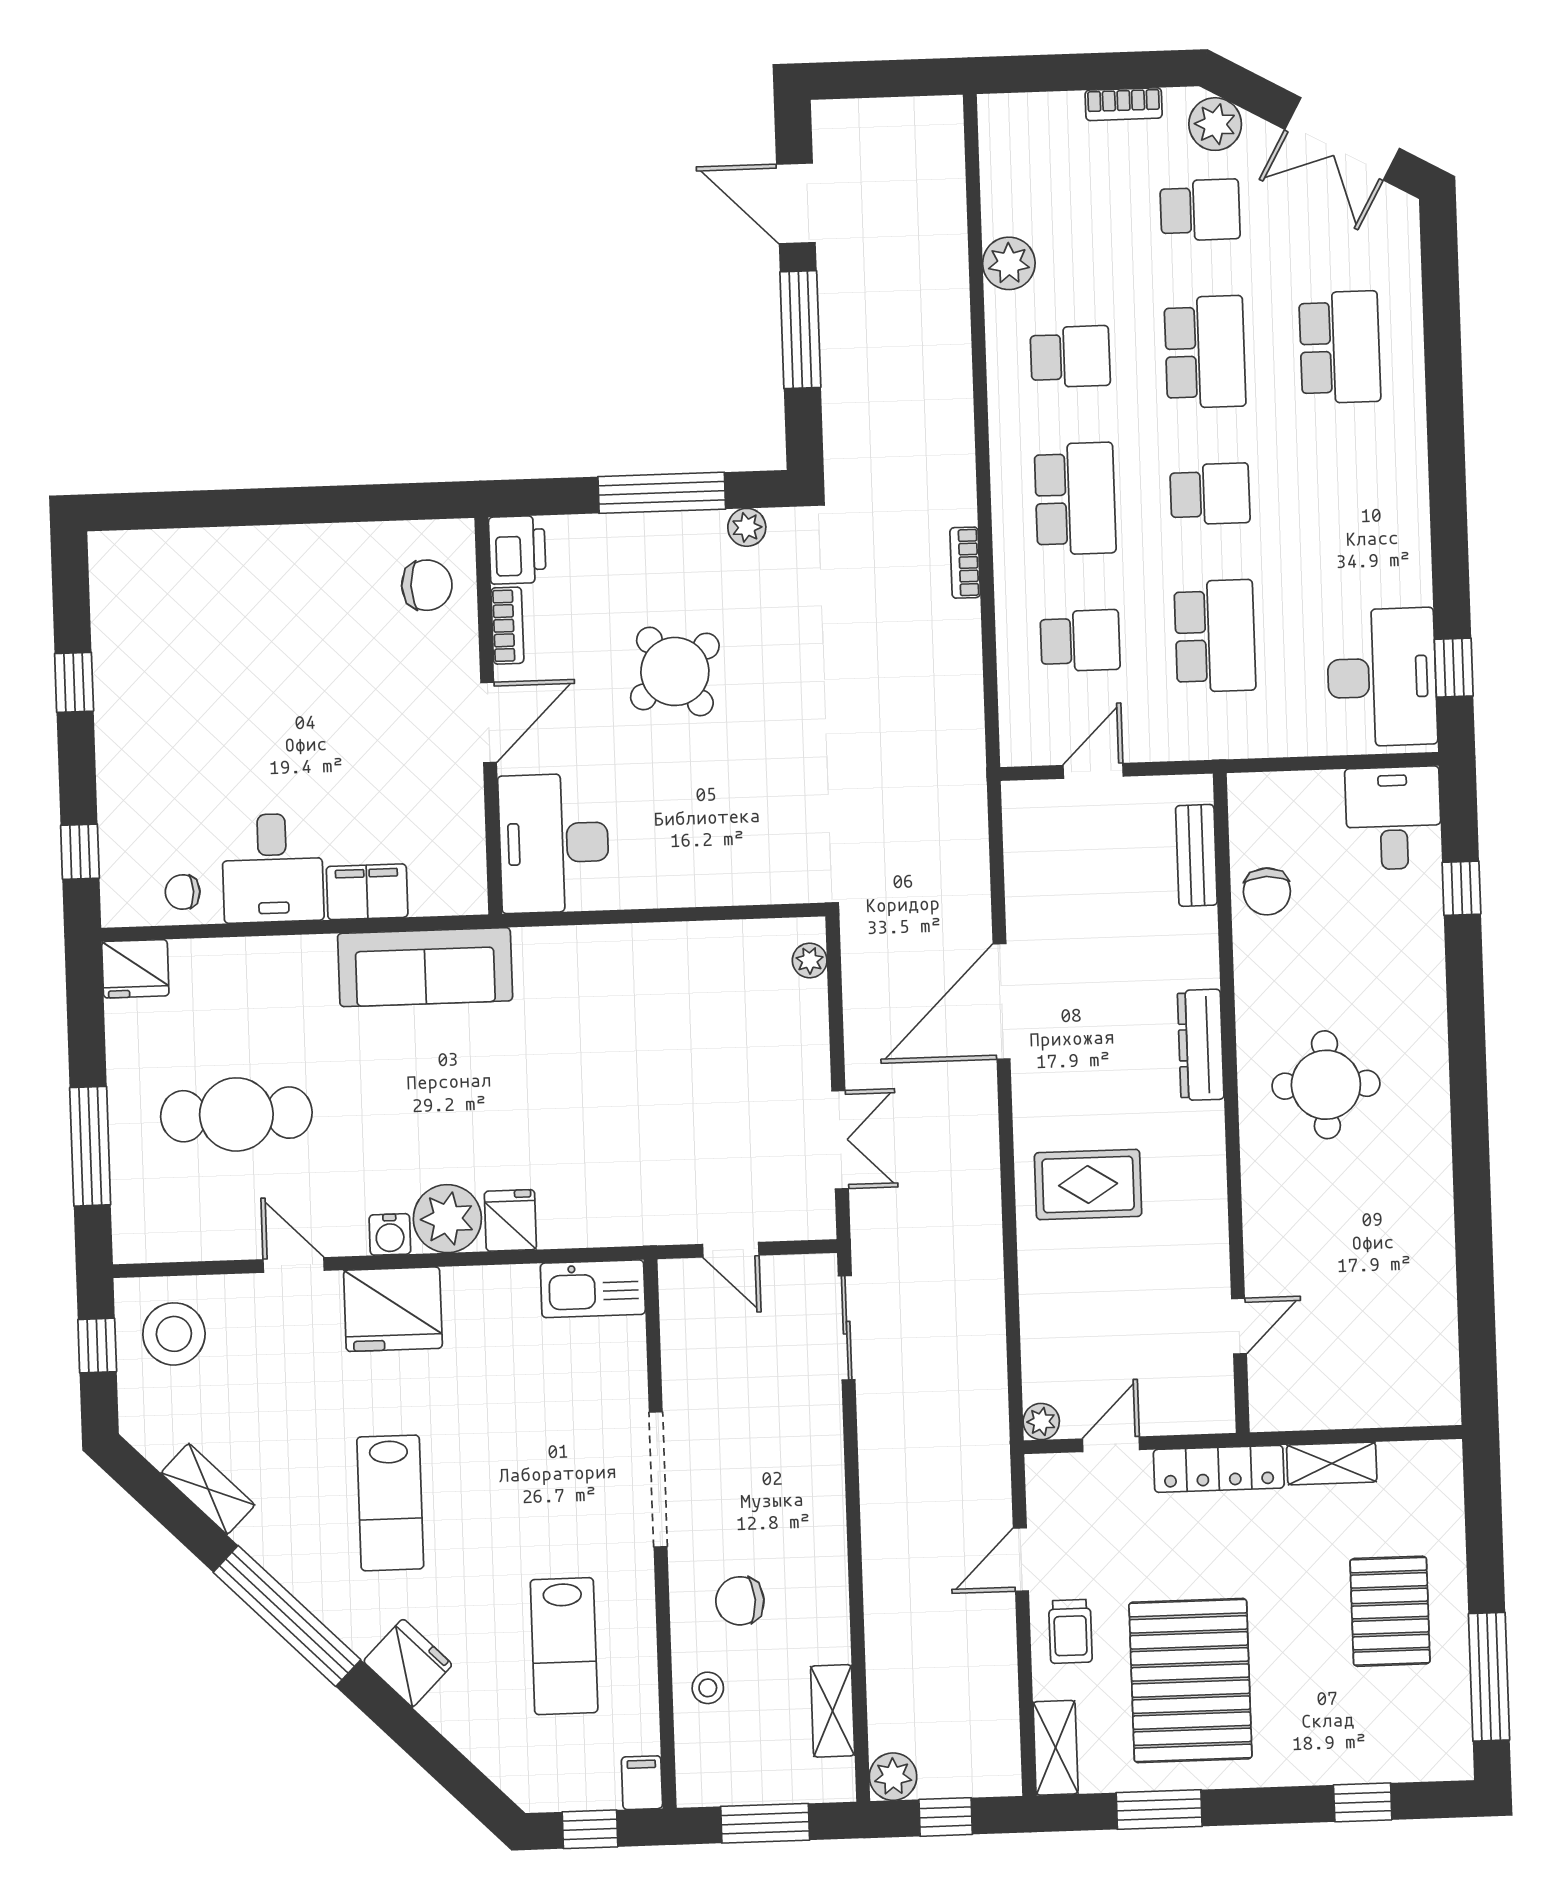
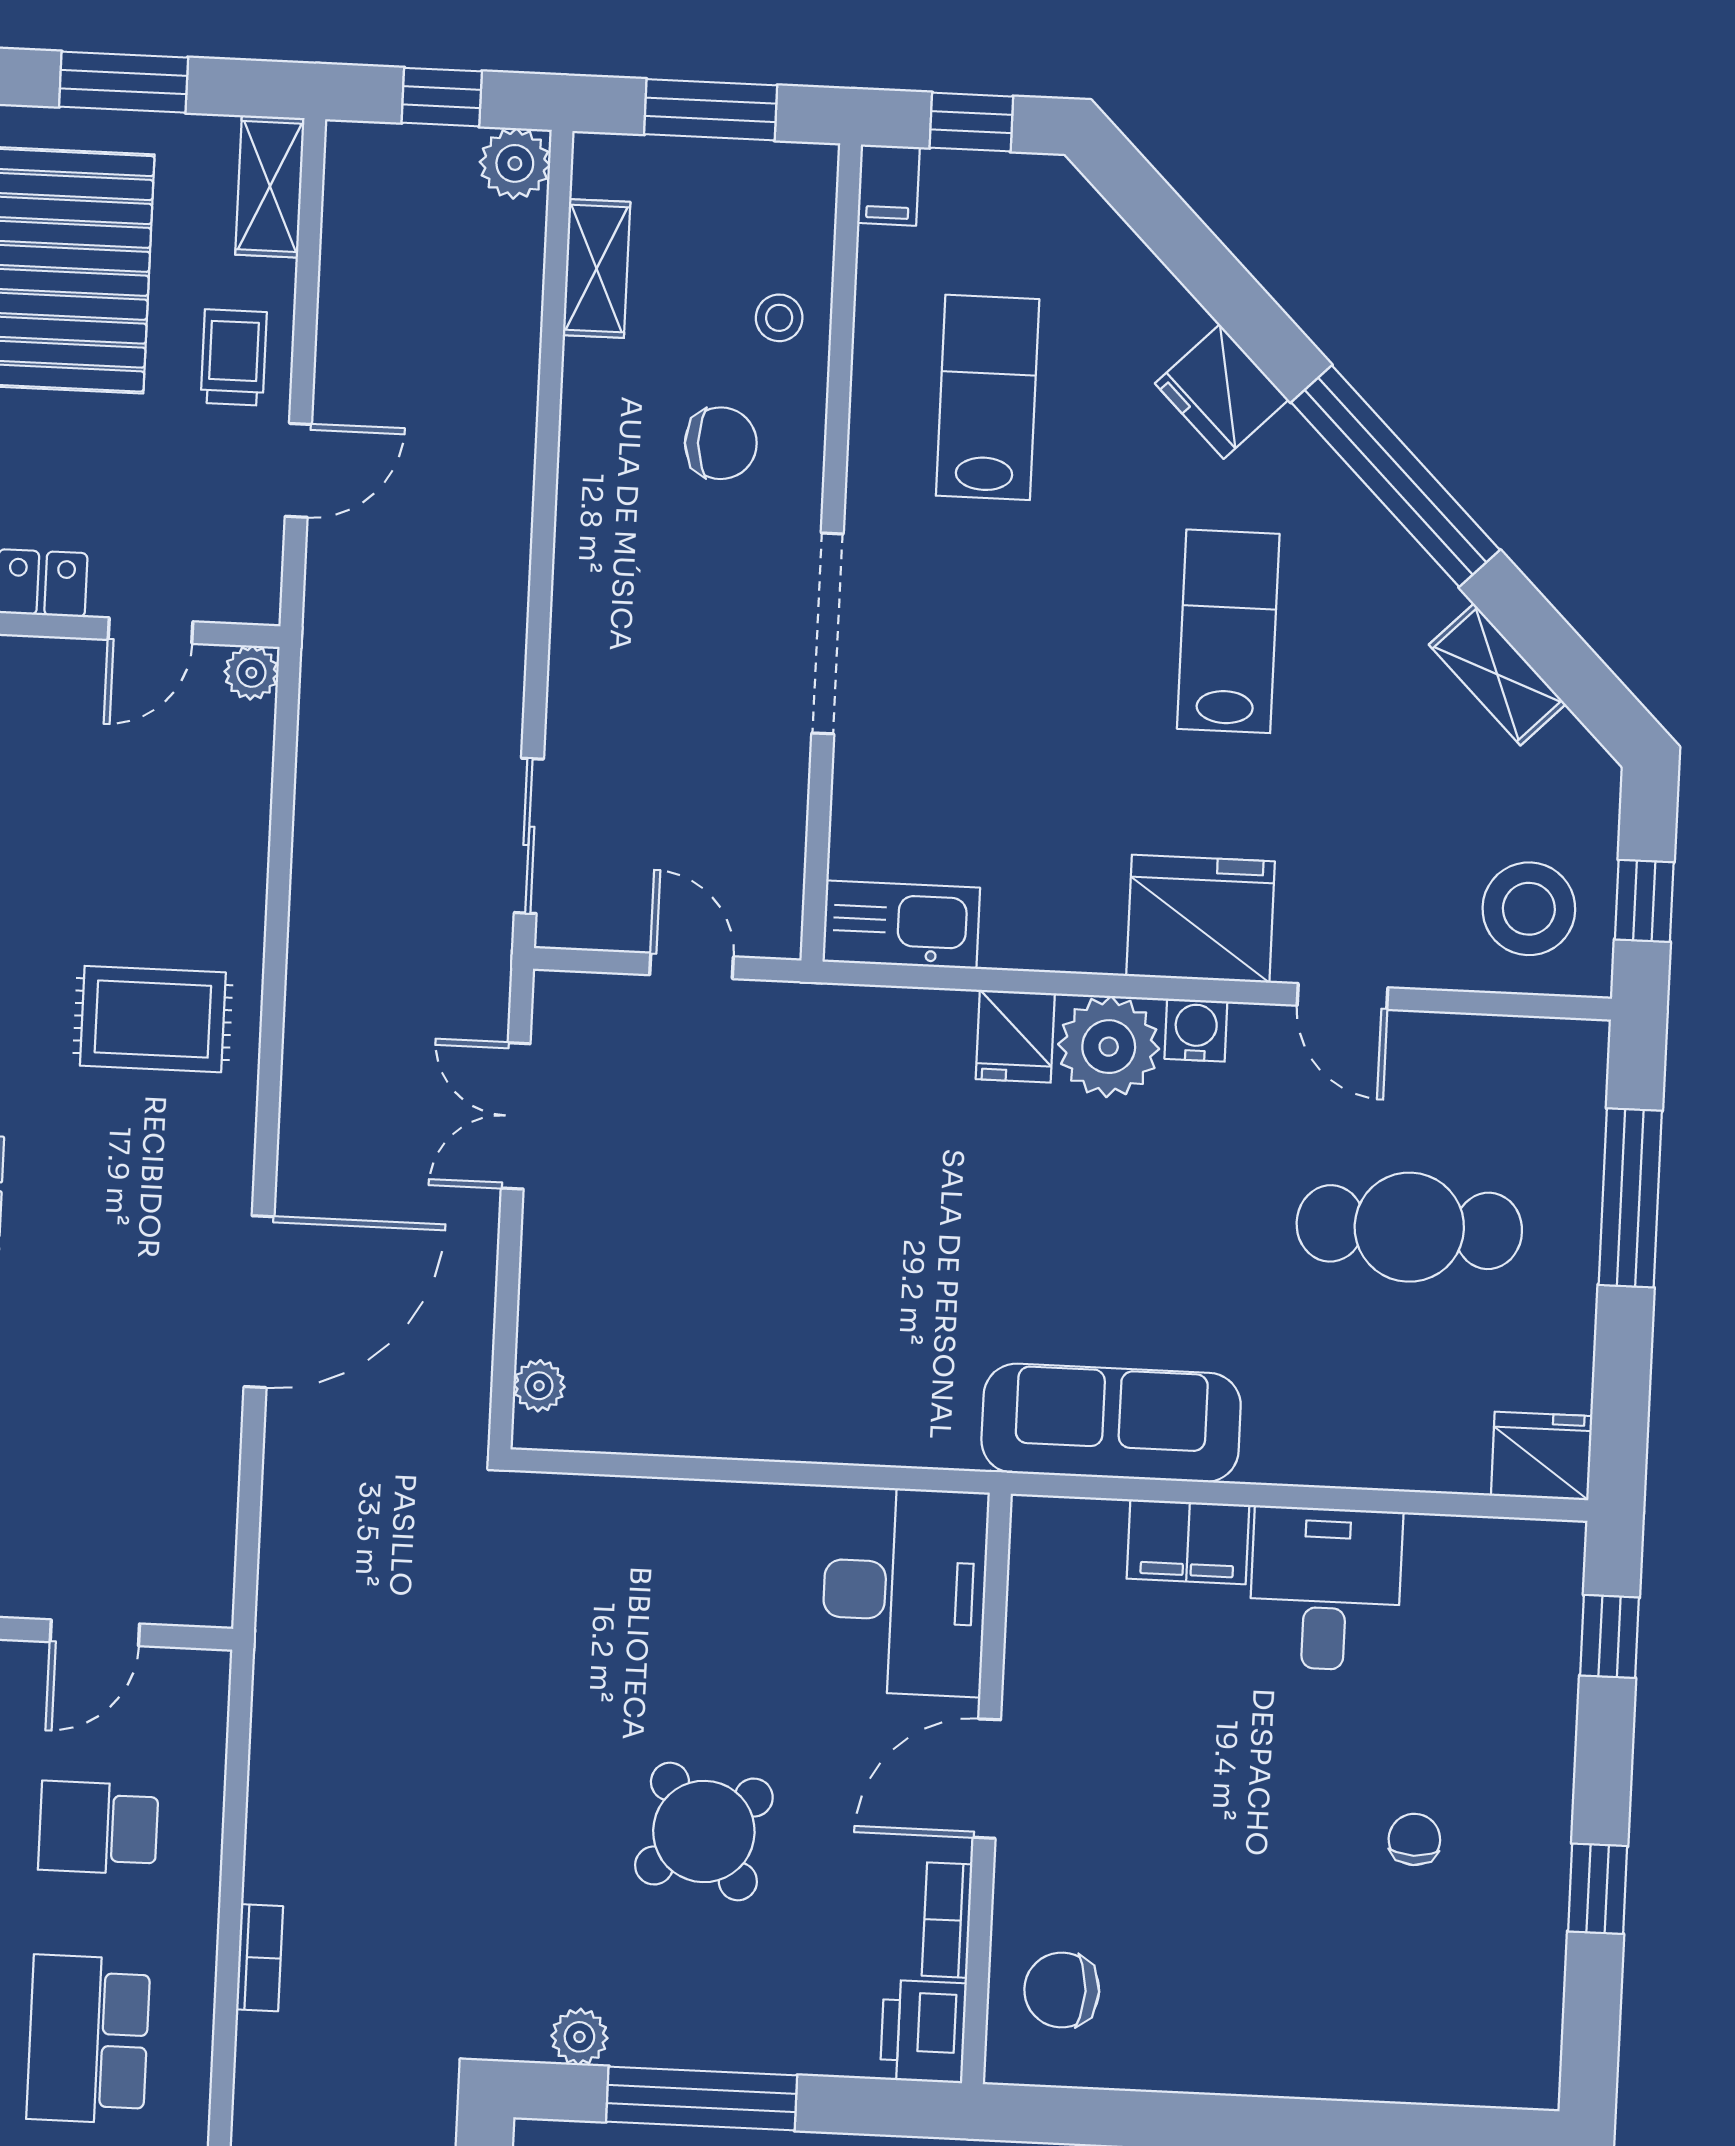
chair: (183, 892) -> (1414, 1839), moved, turned -90

